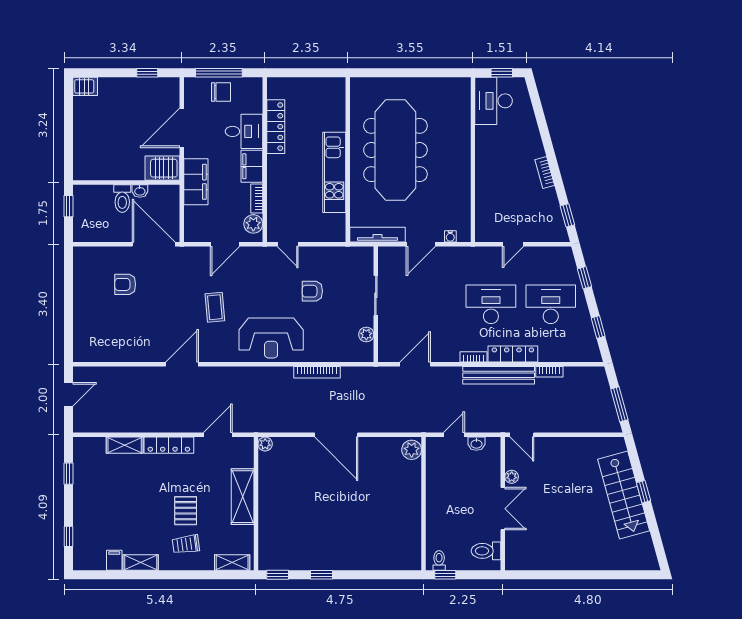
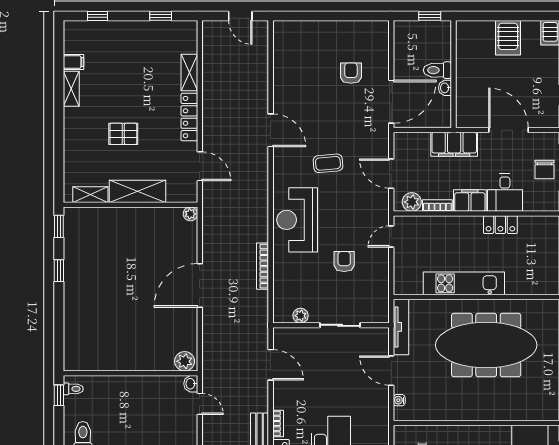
locker: (276, 127) -> (500, 225), width x0.66
server rack: (162, 168) -> (508, 38), moved, turned 180
washbasin: (476, 444) -> (191, 384), moved
trolley: (186, 544) -> (90, 134), removed
shelving: (232, 562) -> (90, 195), moved, turned 90

